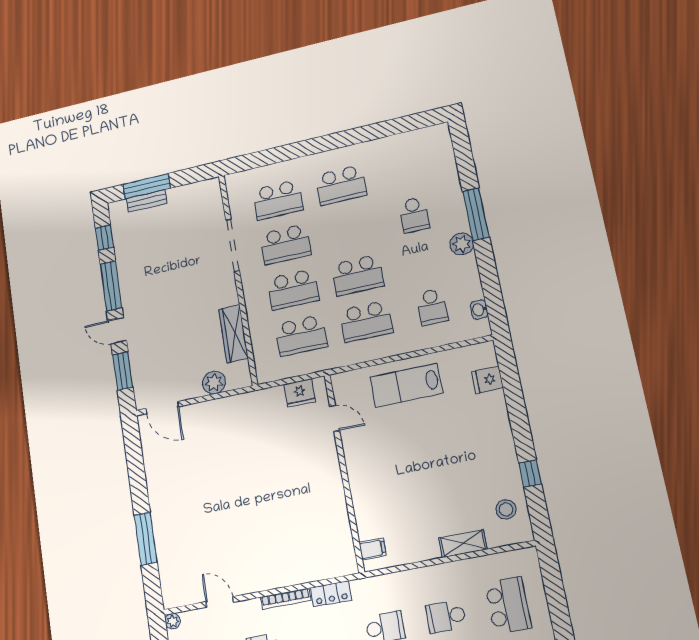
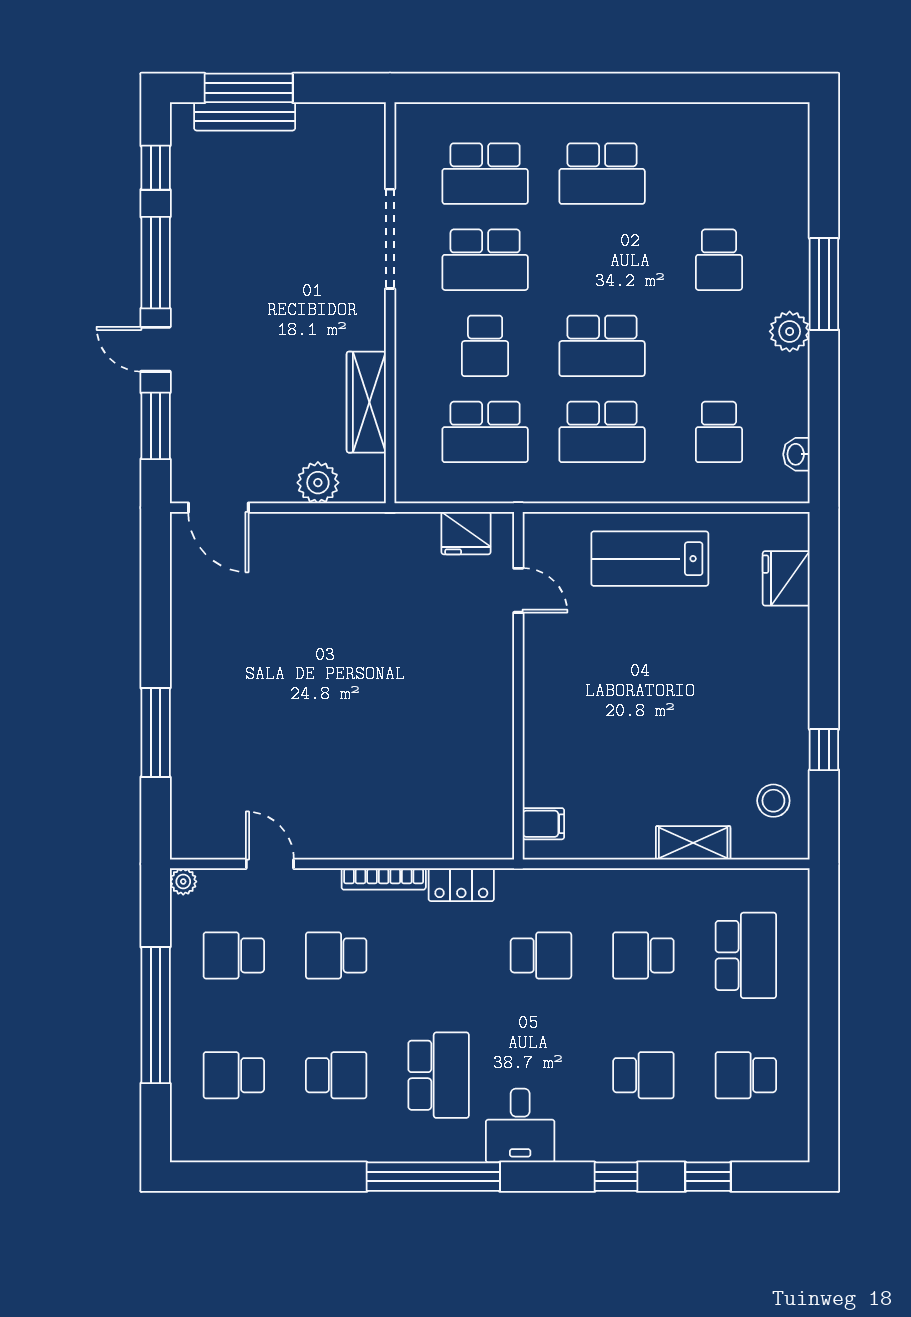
bench: (147, 201) -> (245, 116), width x1.36
school desk: (293, 290) -> (485, 346), width x0.54
fridge: (487, 380) -> (786, 578), width x1.38

